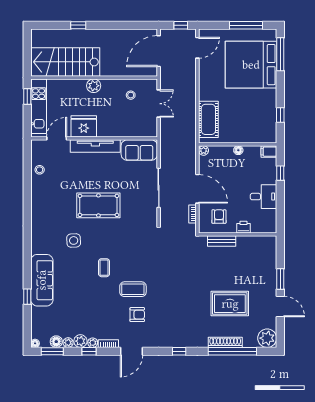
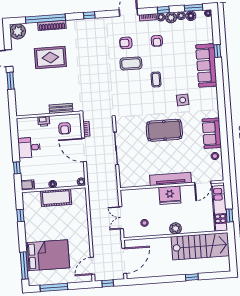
bed: (251, 65) -> (47, 255), width x0.73
cot: (208, 119) -> (56, 198), moved, turned 90
fridge: (84, 126) -> (170, 195), moved
sofa: (139, 150) -> (212, 133), moved, turned -90
armchair: (100, 314) -> (157, 41), added

